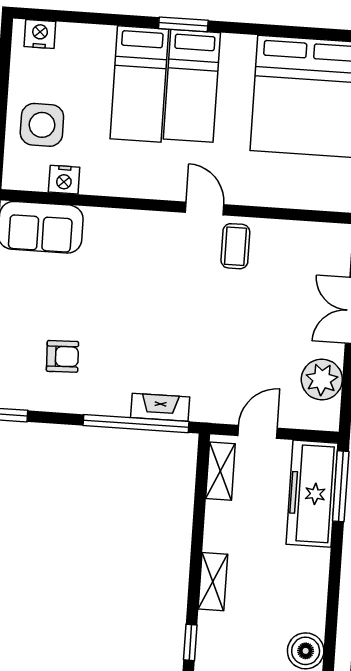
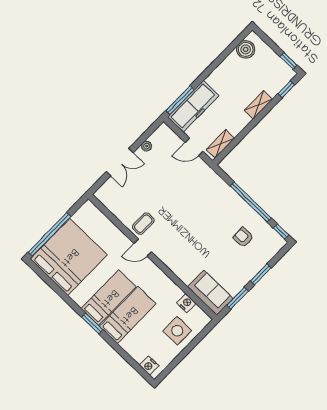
door: (205, 208) -> (143, 248), hinge flipped
plant: (322, 379) -> (147, 146), width x0.53, depth x0.53
fireplace: (160, 407) -> (223, 187), removed
window: (136, 424) -> (251, 202), moved

